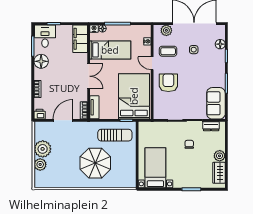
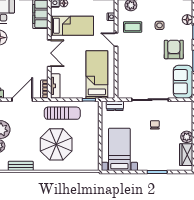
armchair: (168, 83) -> (174, 49), moved
bed: (134, 96) -> (97, 74), width x0.67
dresser: (211, 126) -> (115, 106), moved
sun lounger: (115, 135) -> (62, 113), moved
bench: (62, 183) -> (21, 166), added

